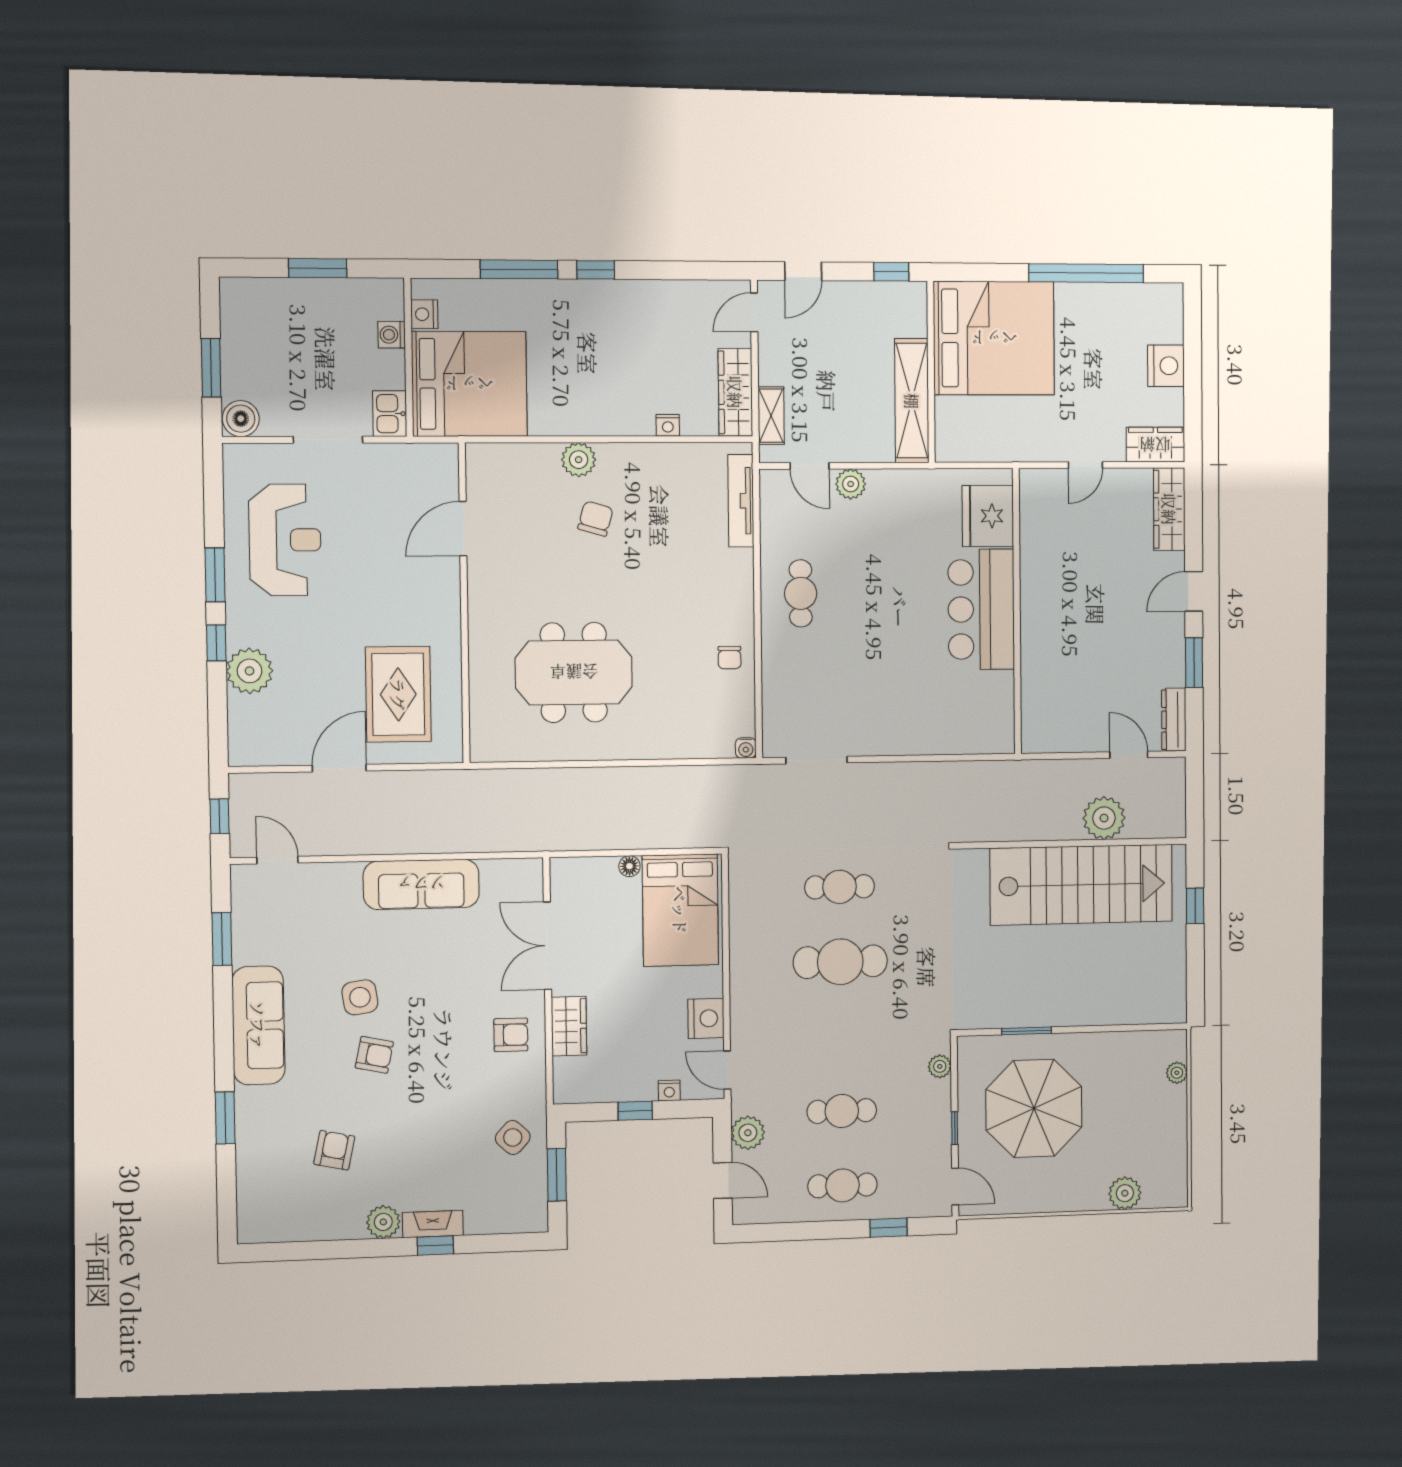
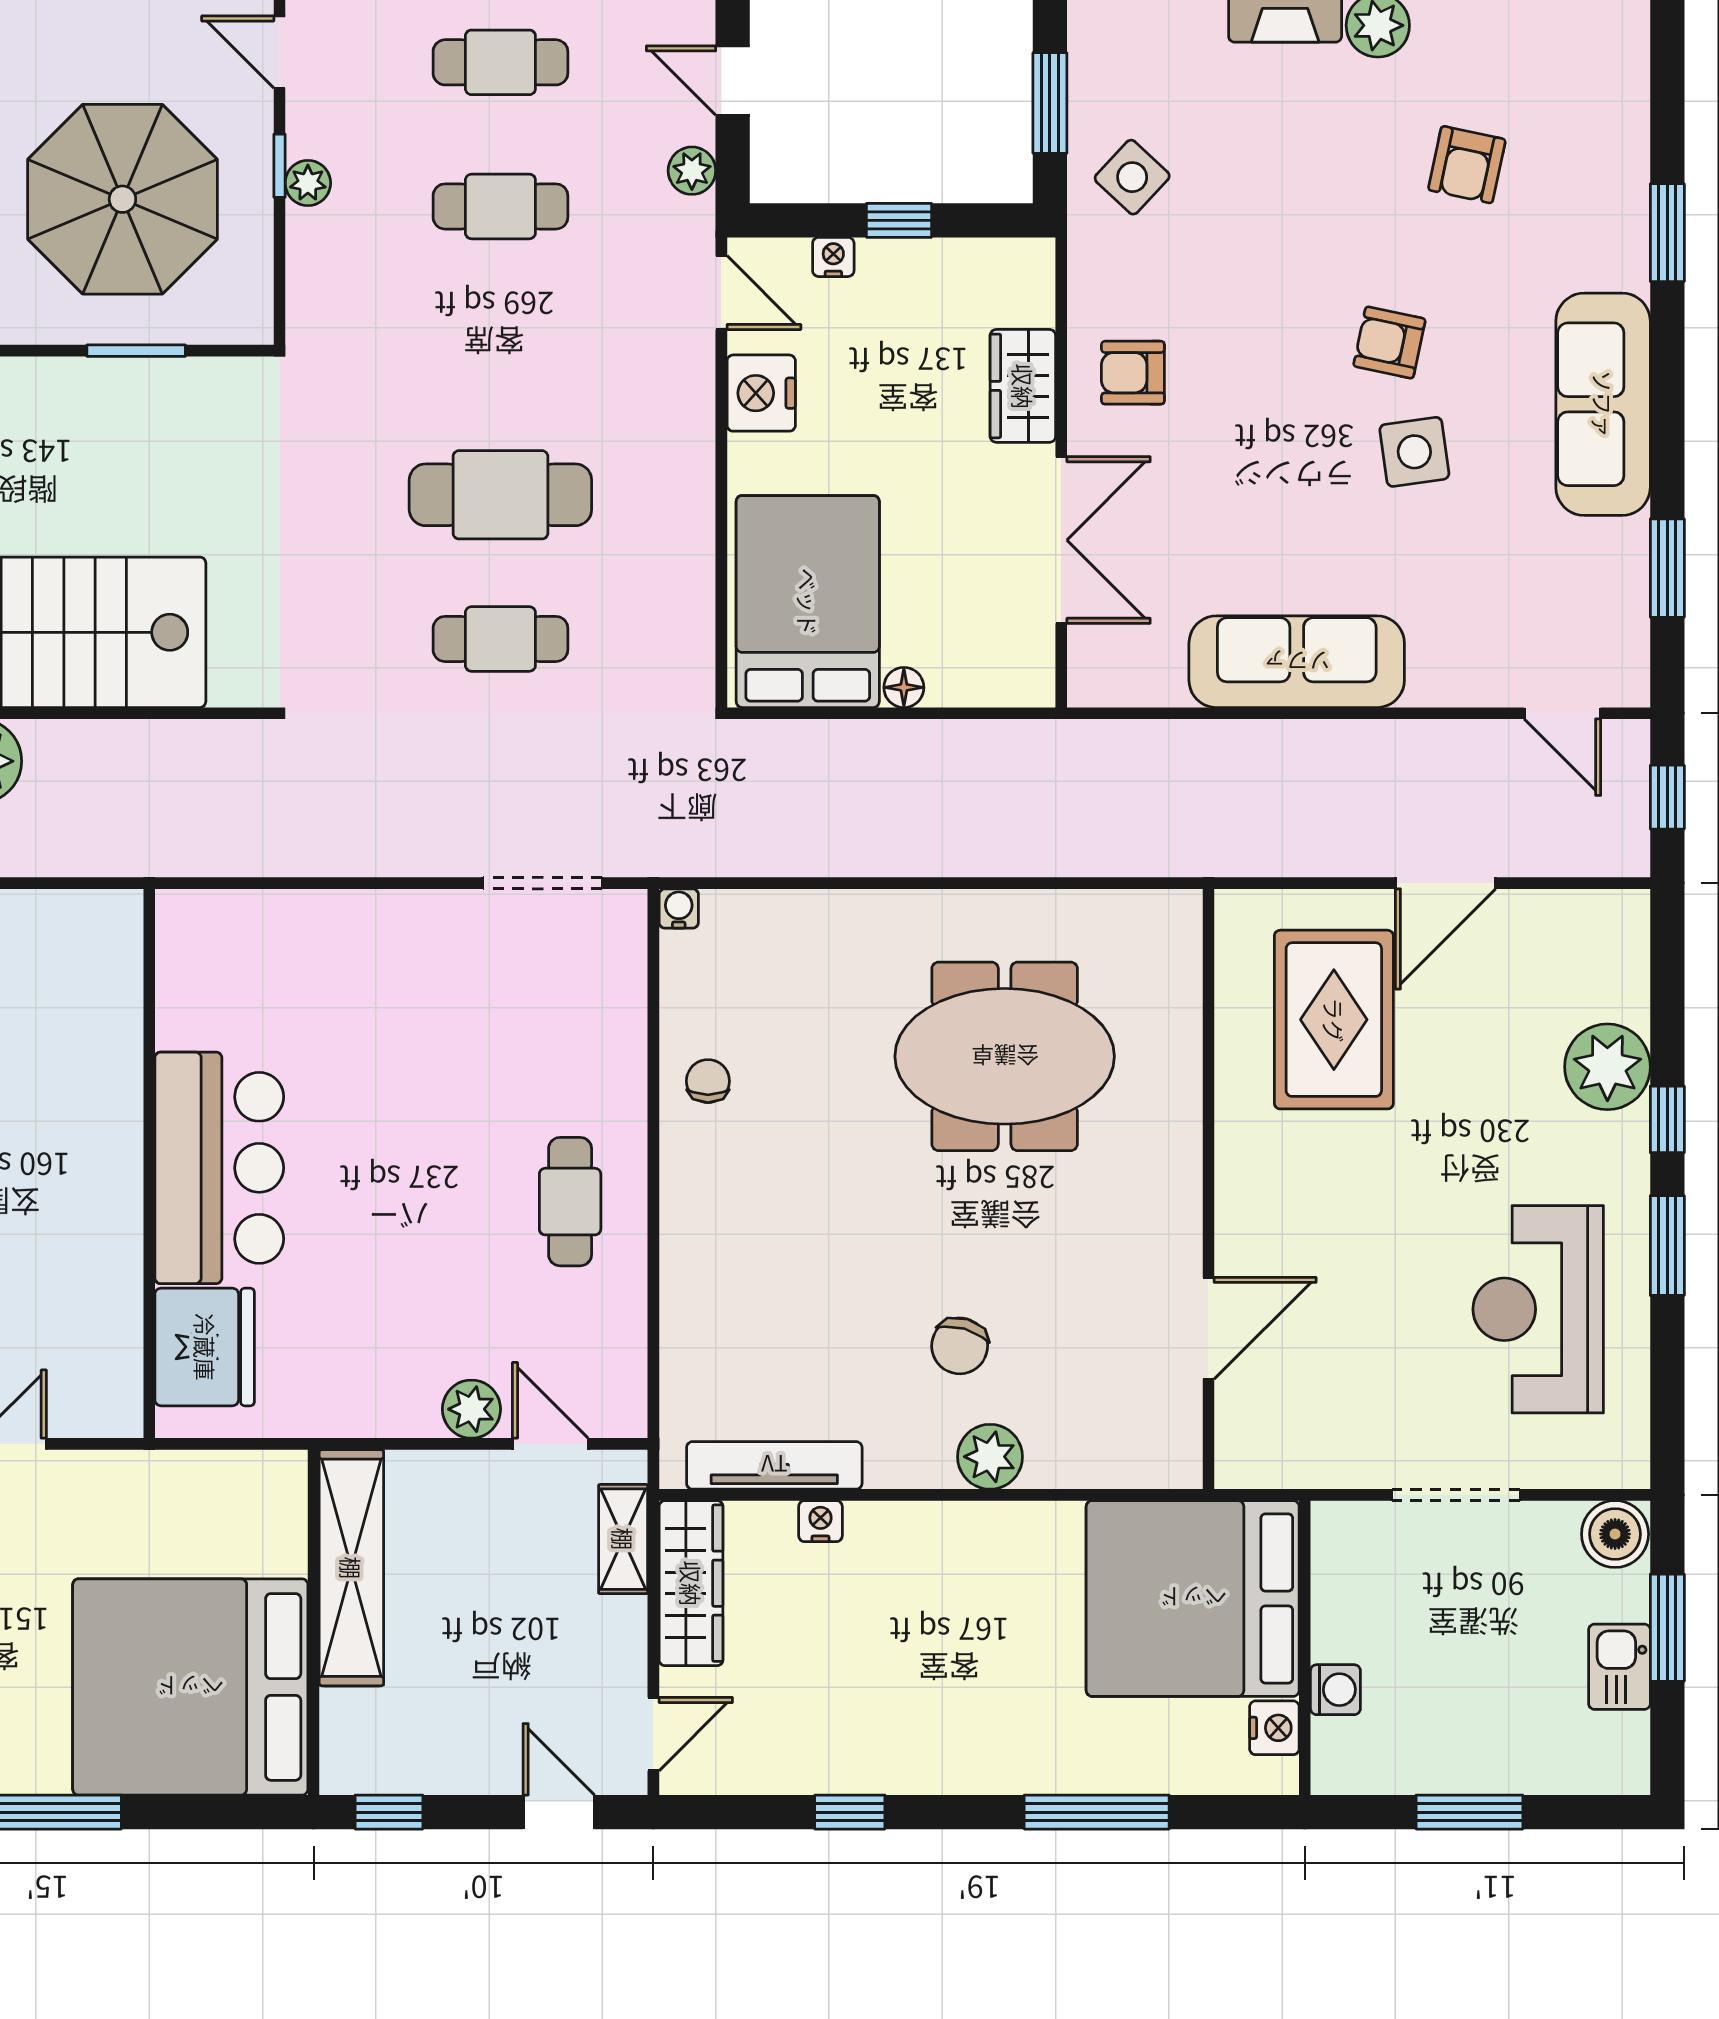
window: (596, 270) -> (850, 1812), moved
door: (803, 271) -> (559, 1812), hinge flipped
kitchen sink: (390, 414) -> (1619, 1667), moved, turned 180
tv unit: (741, 501) -> (774, 1465), moved, turned -90
plant: (940, 1066) -> (308, 183), moved
plant: (748, 1133) -> (692, 171), width x0.73, depth x0.73

